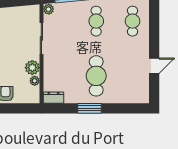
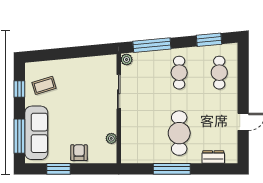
plant: (32, 68) -> (109, 124), removed
dresser: (53, 98) -> (213, 157), moved
window: (90, 108) -> (172, 169), width x1.44

